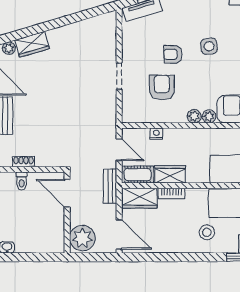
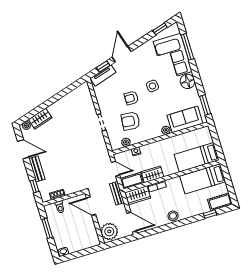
armchair: (162, 87) -> (131, 121), turned -84
plant: (194, 116) -> (126, 142), moved
stool: (207, 232) -> (173, 216), moved

